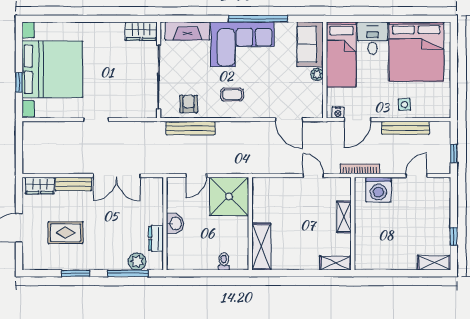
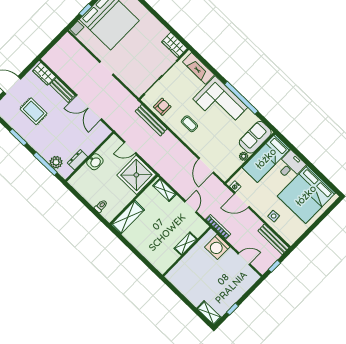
bench: (405, 128) -> (273, 239), moved
shelving: (335, 263) -> (164, 190), moved

